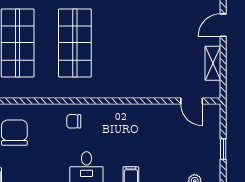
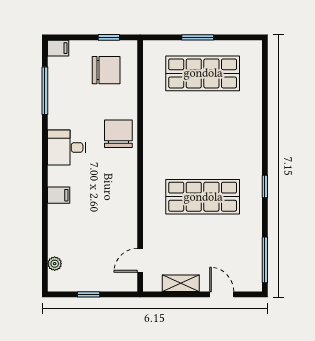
shop shelf: (75, 43) -> (203, 197), moved
chair: (74, 121) -> (118, 134), width x1.87, depth x1.87

